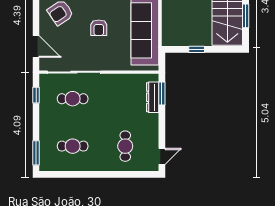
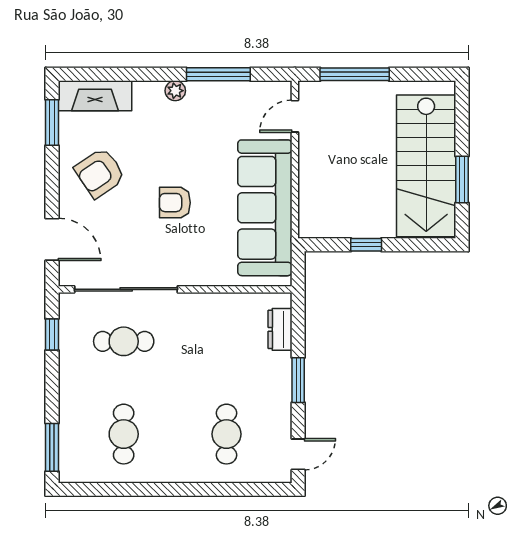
armchair: (99, 28) -> (175, 203), turned 90
window: (162, 93) -> (298, 380), moved
dresser: (153, 97) -> (280, 329), width x0.70
cafe table: (73, 146) -> (124, 434), turned 90

